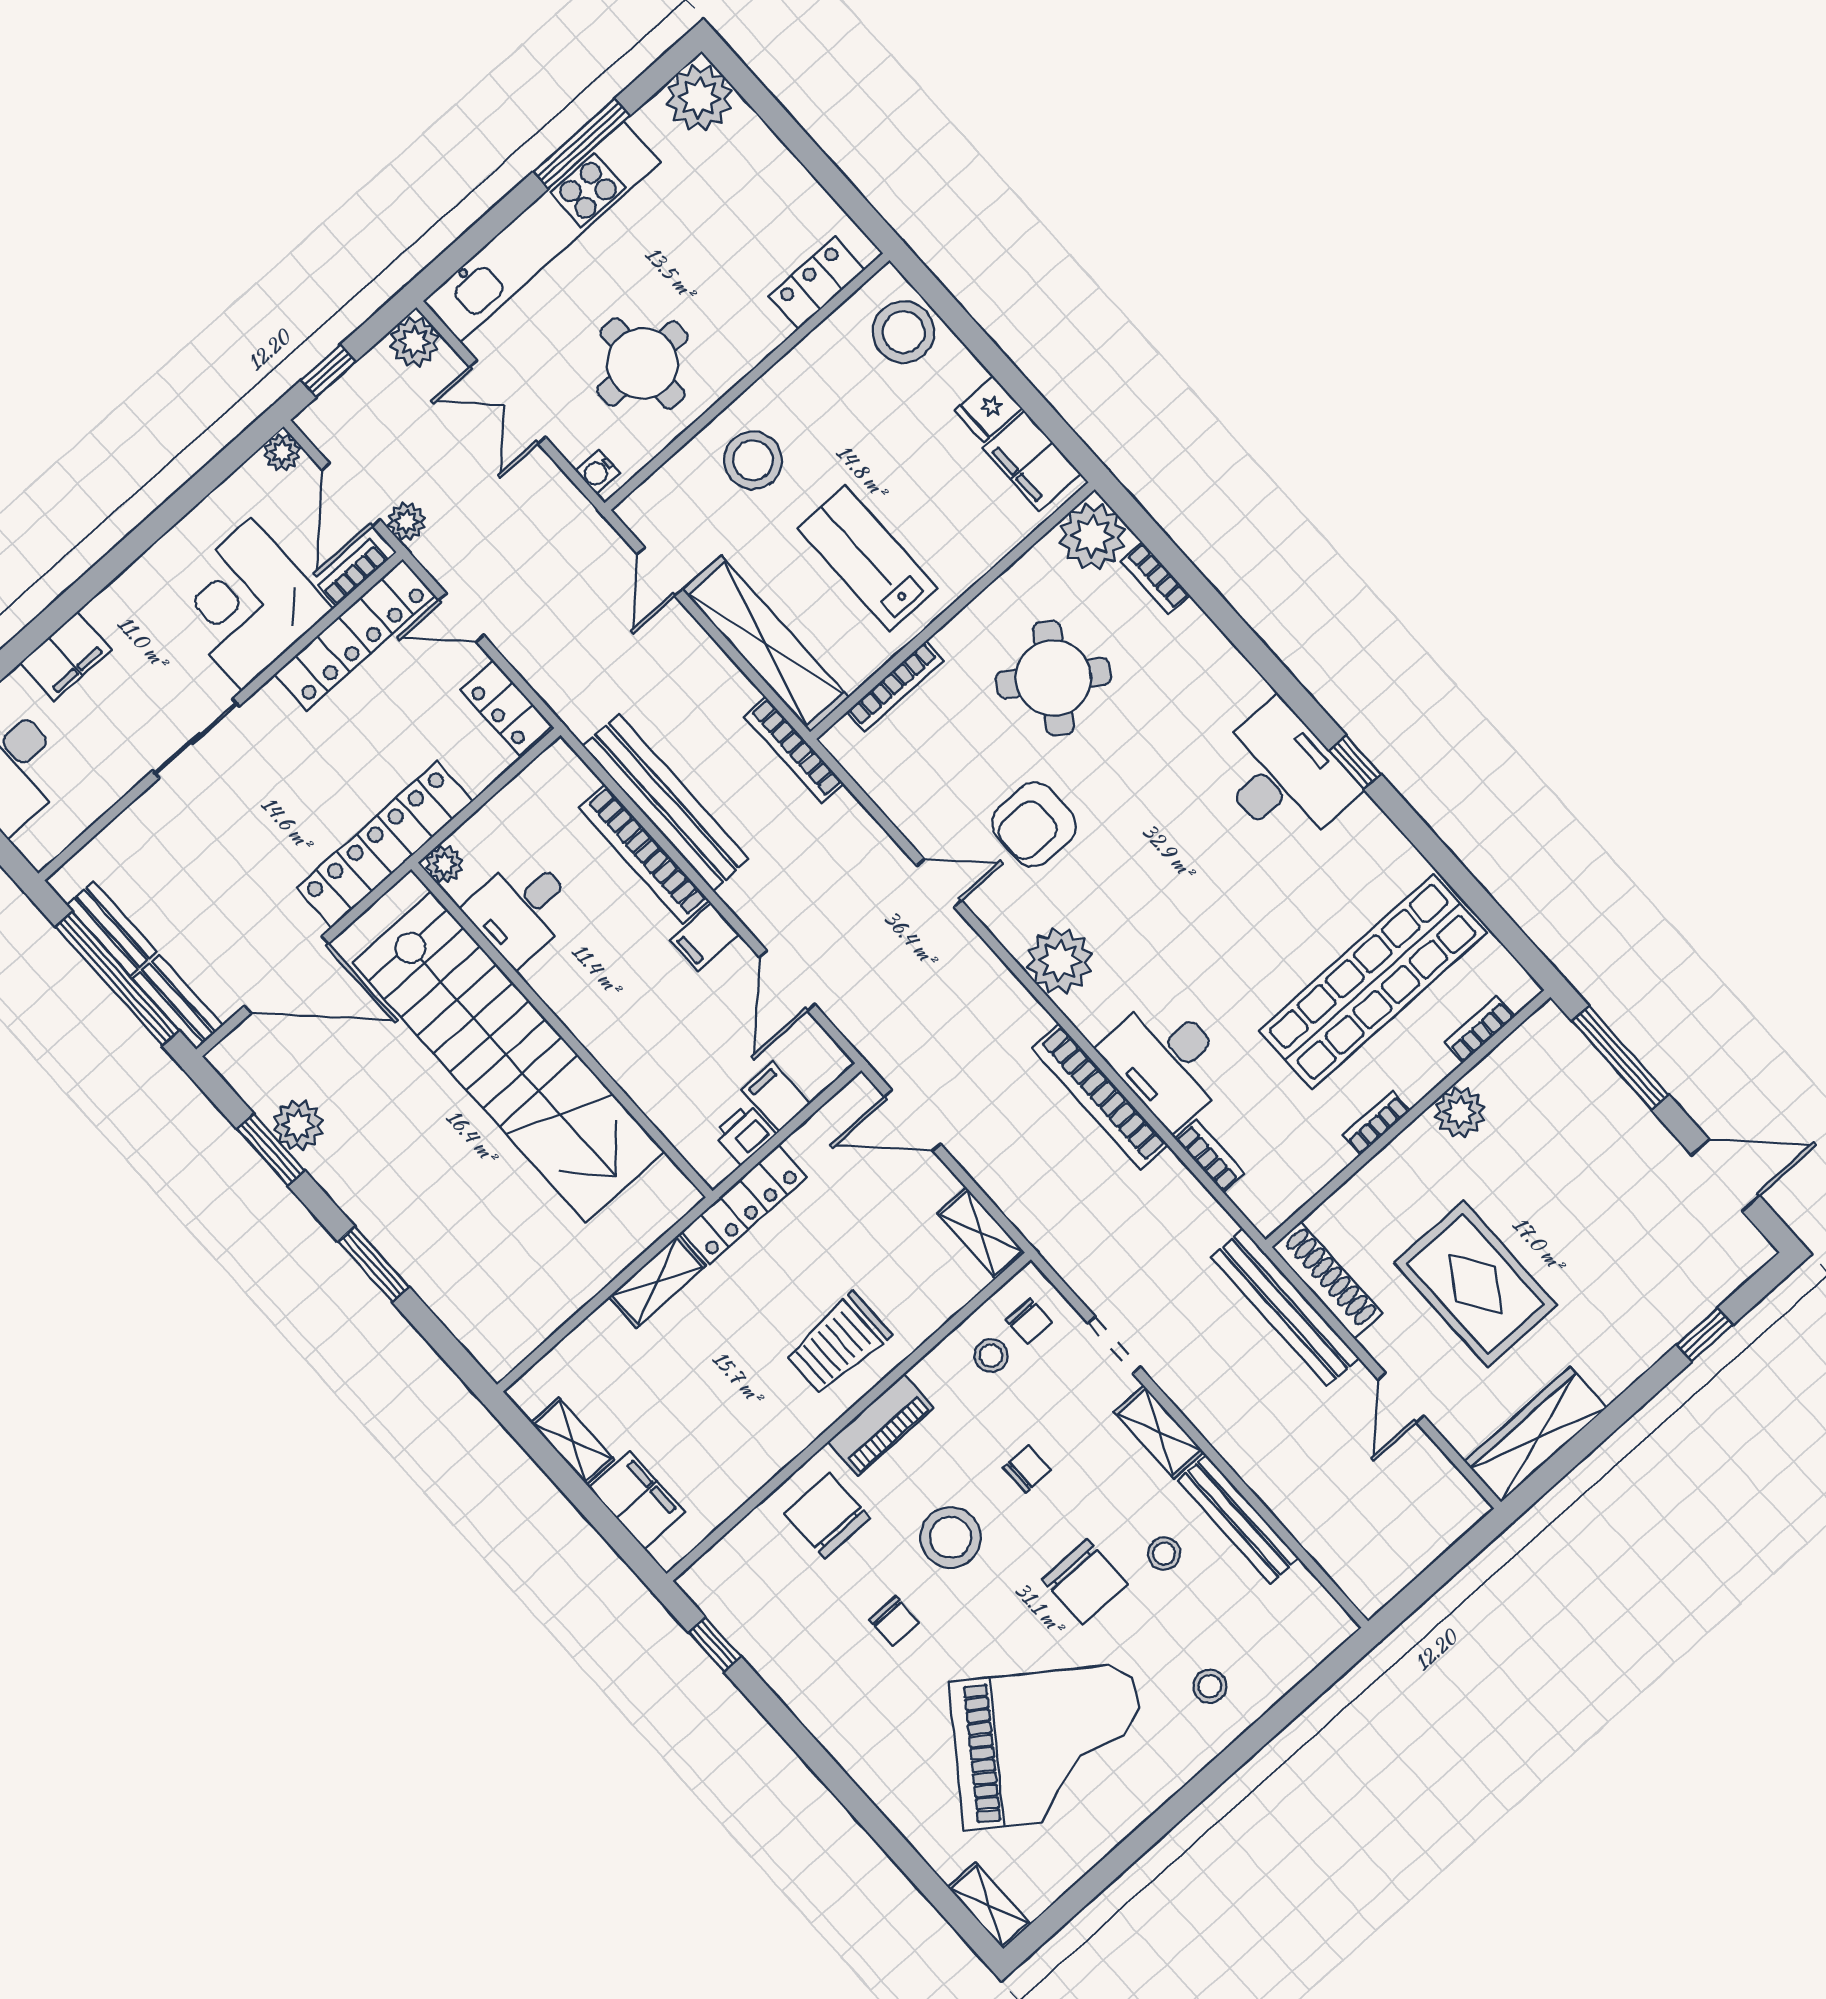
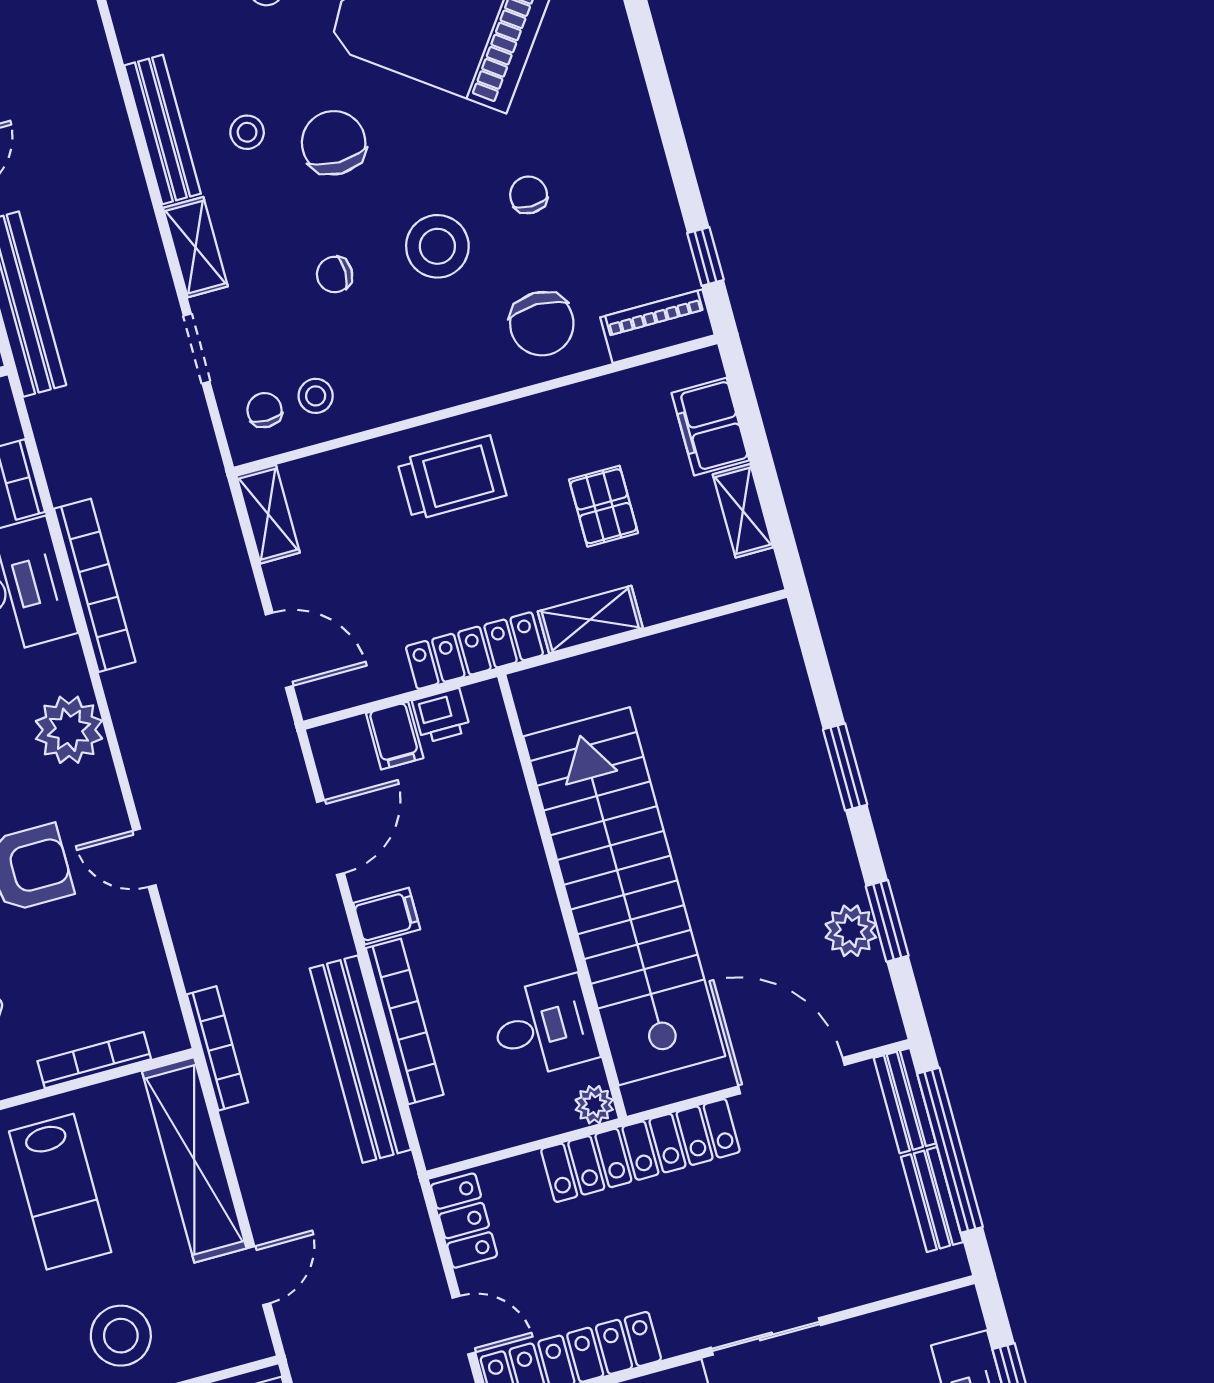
pallet: (695, 1385) -> (603, 506), added
piano: (881, 1425) -> (658, 326), moved

